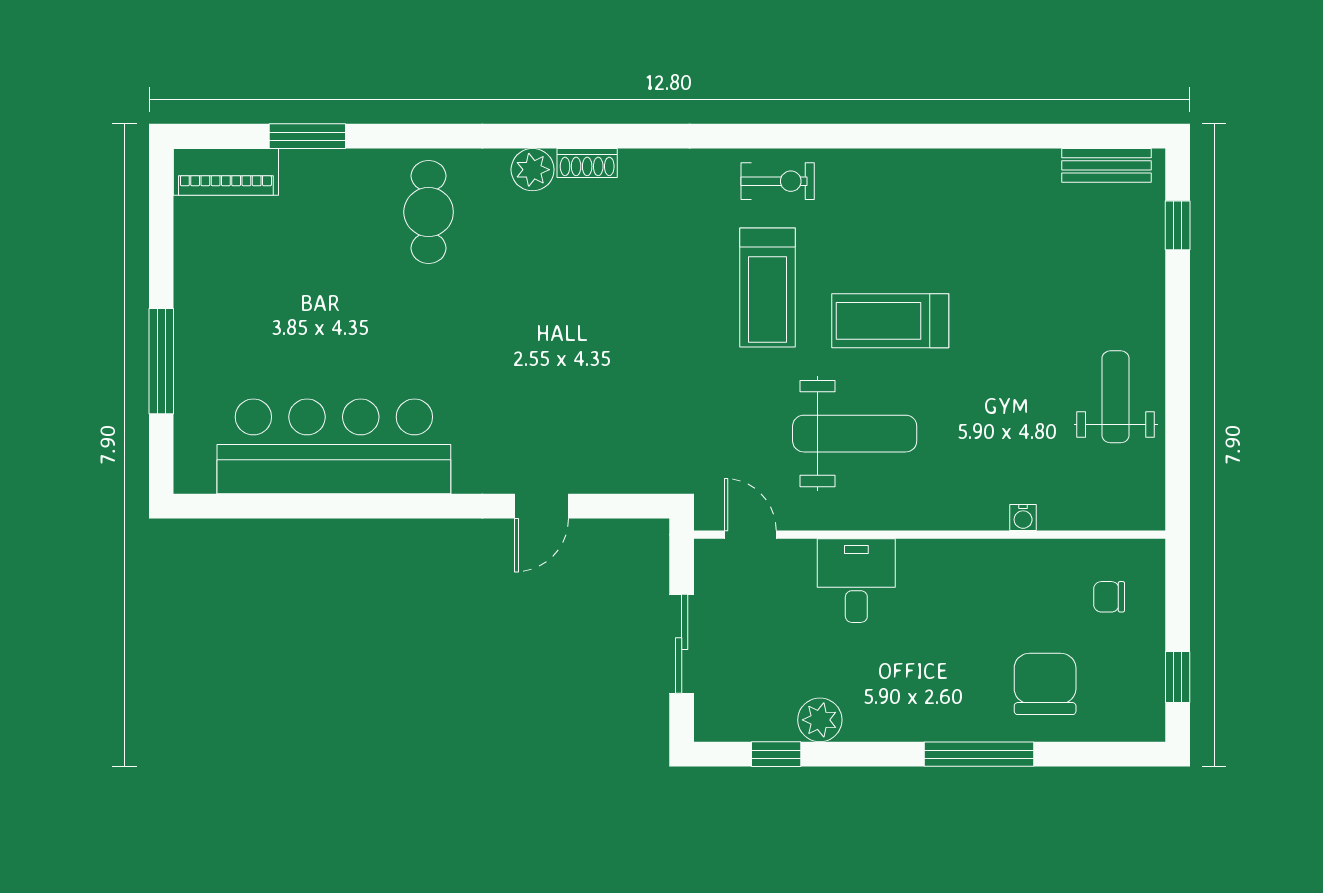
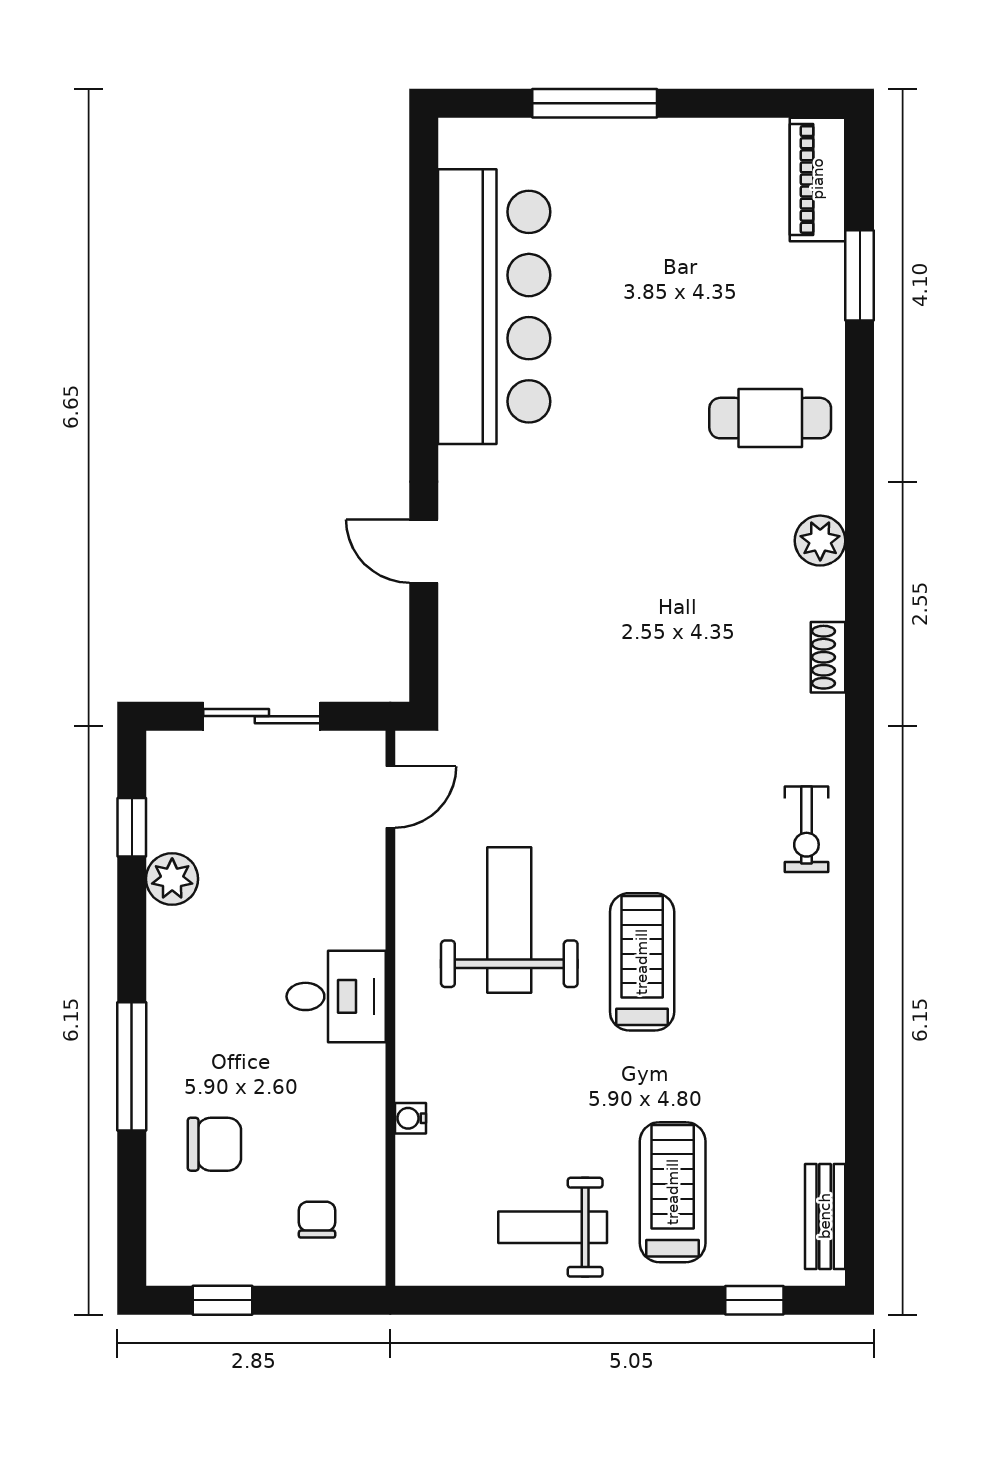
shoe rack: (587, 163) -> (828, 657), moved
treadmill: (768, 288) -> (673, 1192), moved, turned 90
weight bench: (1116, 397) -> (553, 1227), turned 180
weight bench: (855, 434) -> (509, 920), turned 180
desk: (856, 581) -> (336, 996), moved
chair: (1045, 684) -> (214, 1144), width x0.73, depth x0.73

